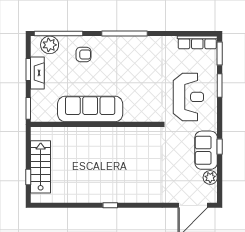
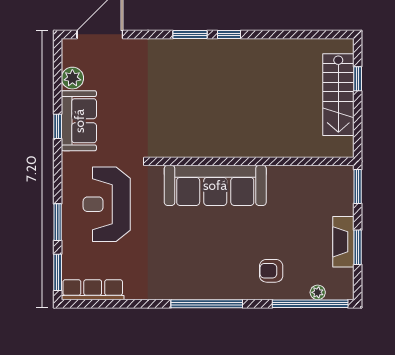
plant: (50, 45) -> (318, 292), width x0.53, depth x0.53
sofa: (90, 109) -> (215, 185), moved
window: (135, 205) -> (190, 34), added

